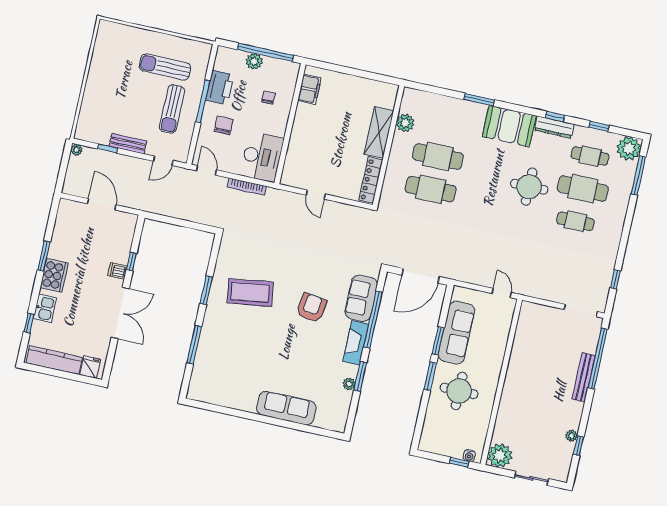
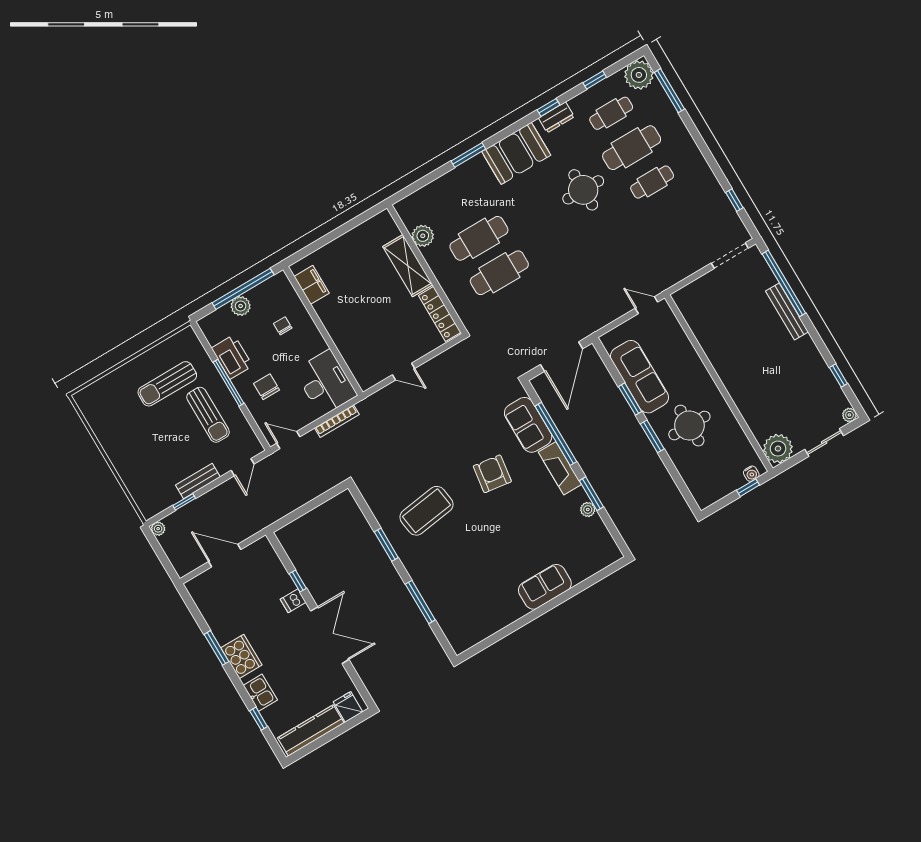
dresser: (554, 127) -> (556, 117), width x0.70
sofa: (286, 408) -> (545, 587), width x0.73
plant: (571, 436) -> (849, 415), moved

